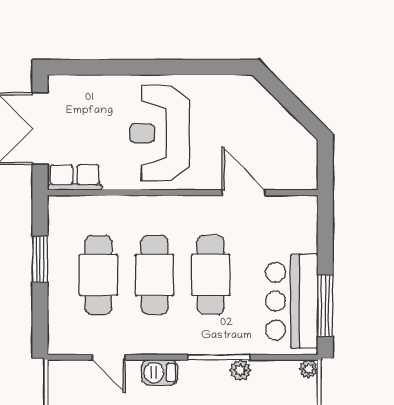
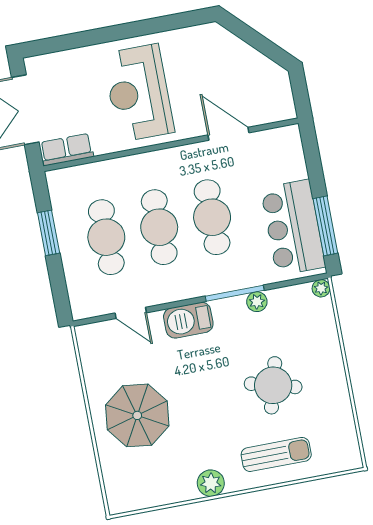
barbecue: (160, 372) -> (188, 320), width x1.38, depth x1.27

